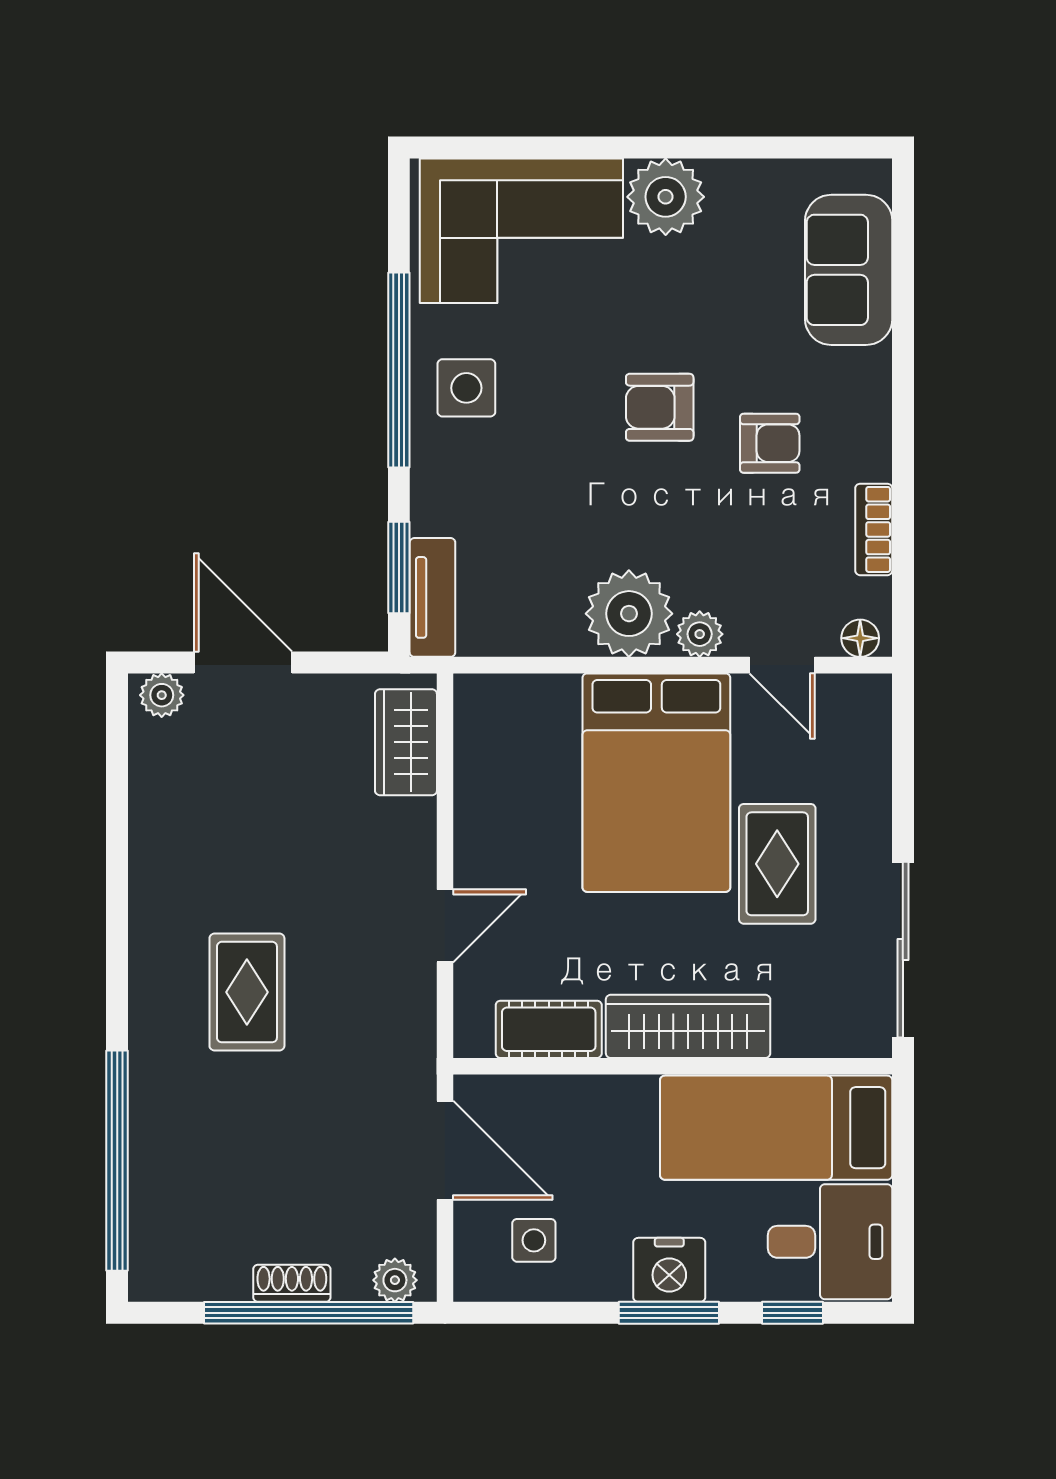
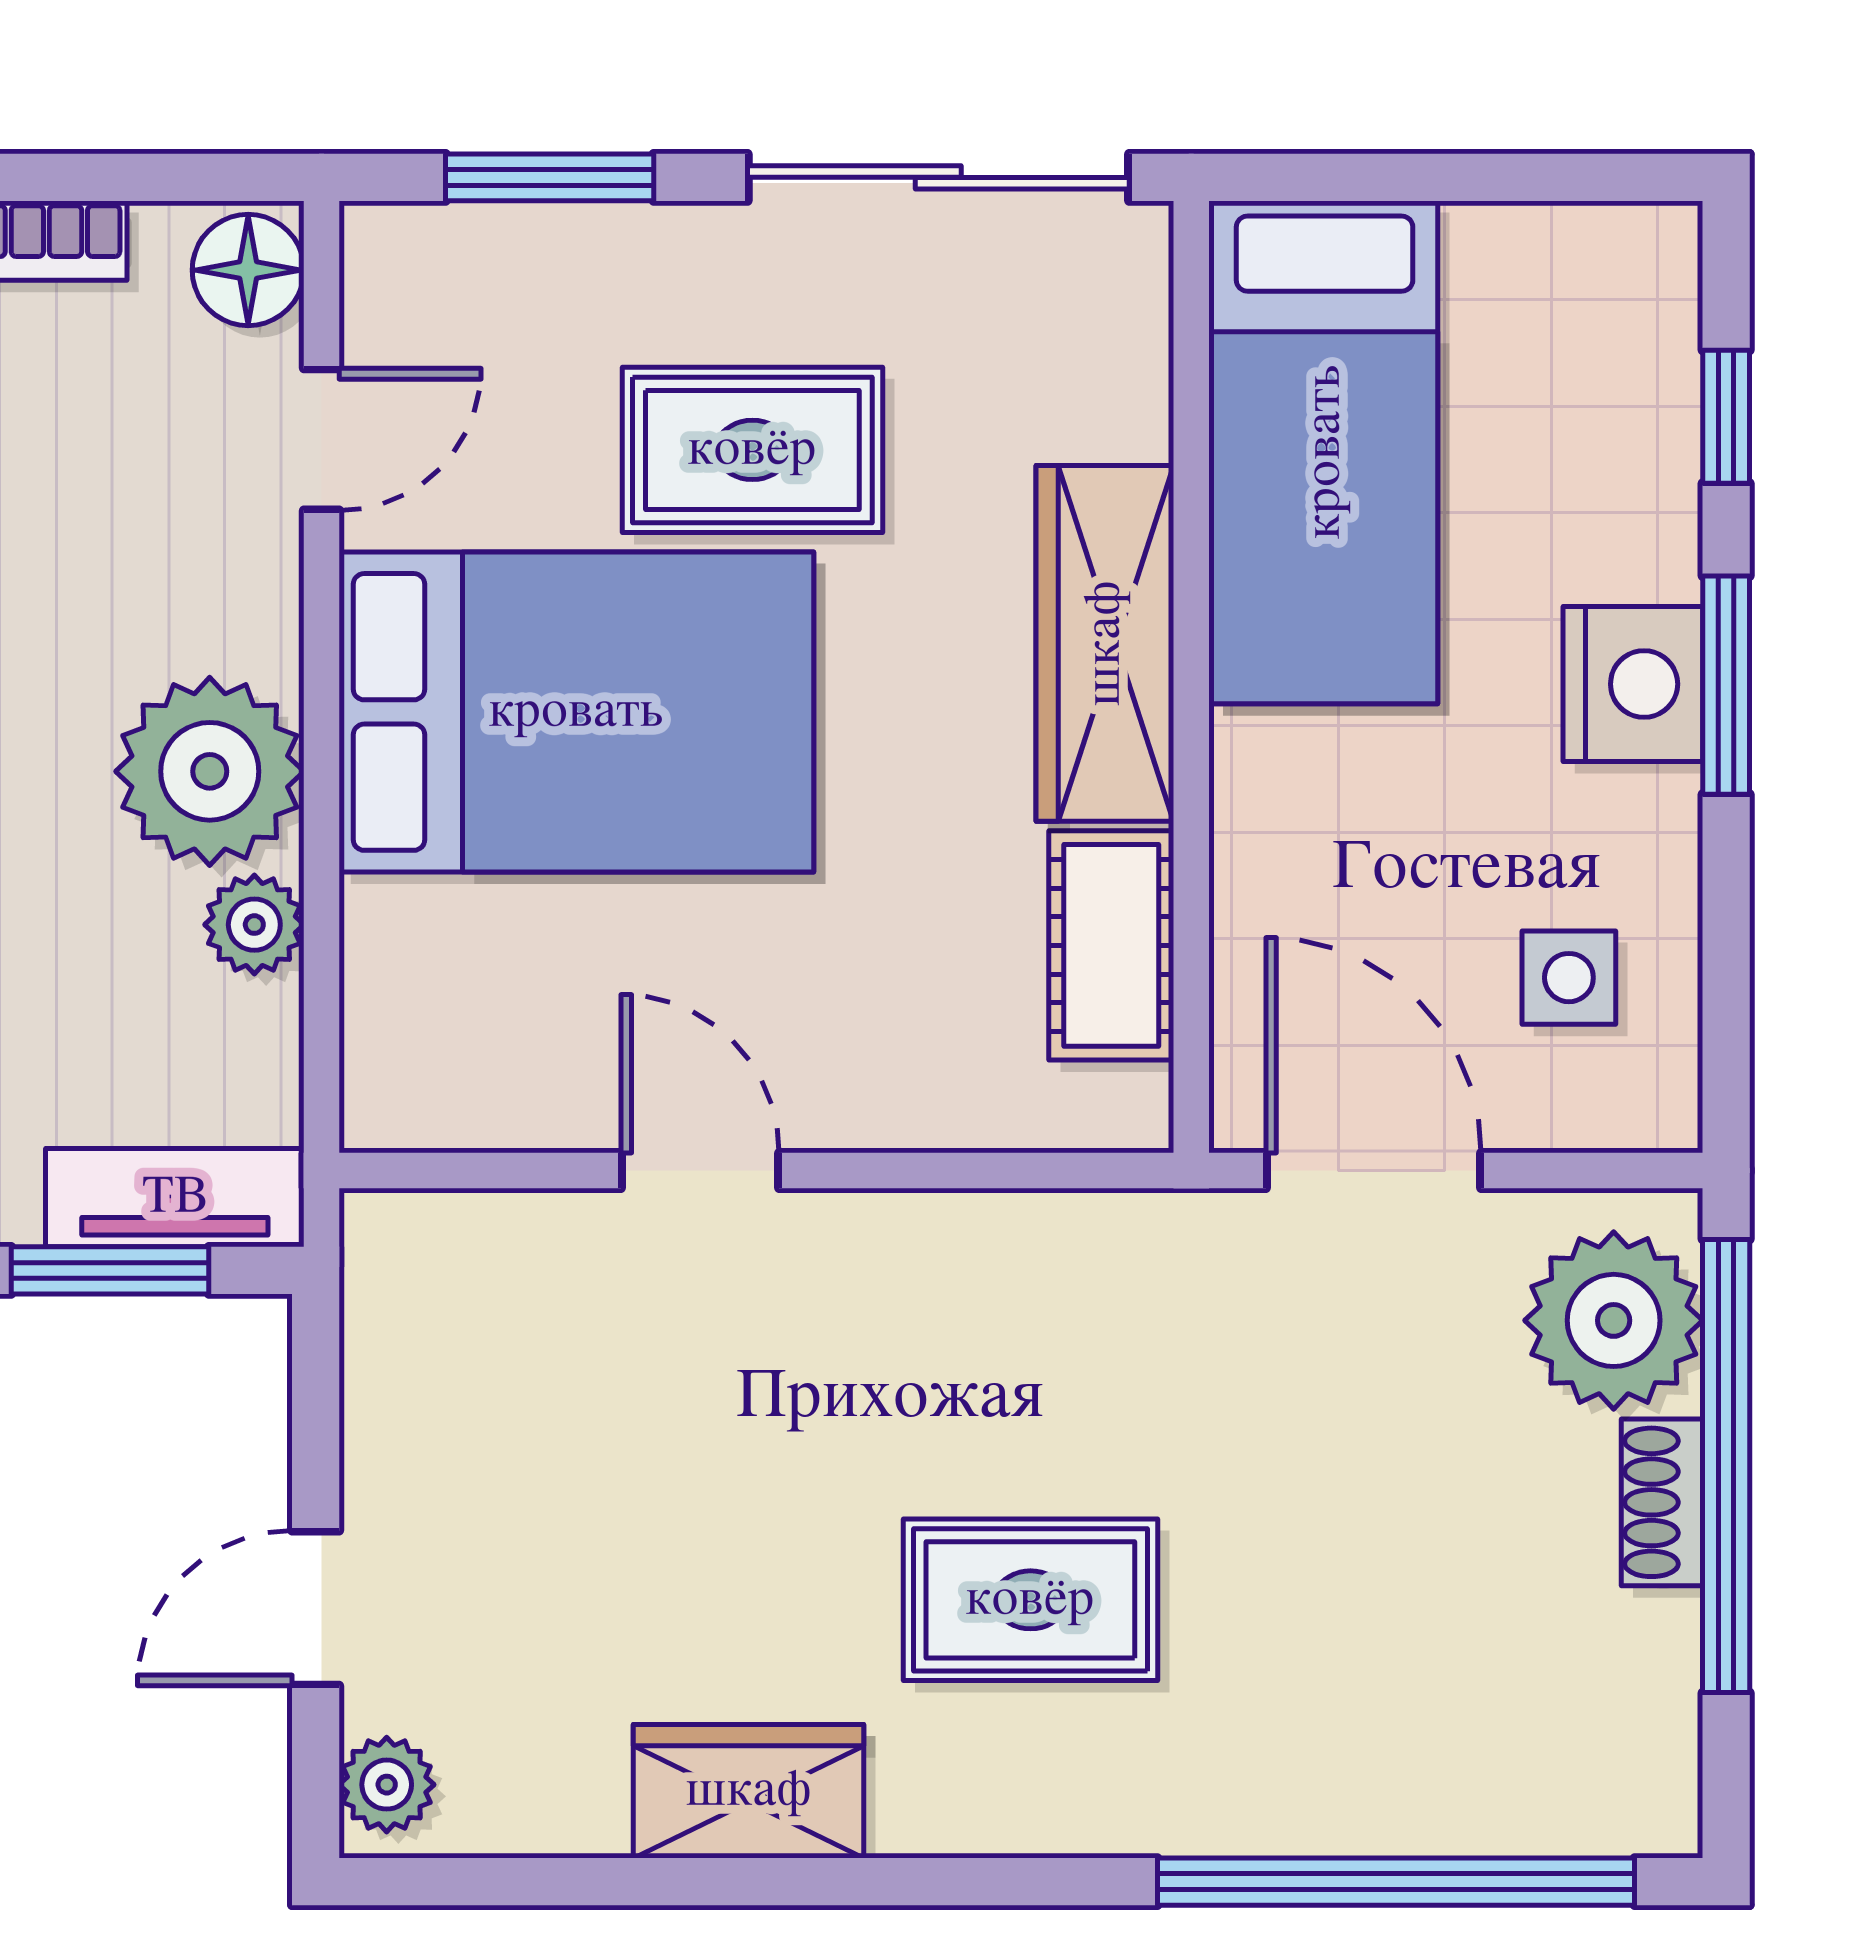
plant: (700, 634) -> (254, 925), moved
floor lamp: (860, 638) -> (248, 270), width x1.37, depth x1.37
door: (243, 662) -> (316, 1608), width x0.73
wardrobe: (406, 742) -> (749, 1791), moved, turned 180
window: (903, 770) -> (550, 177), added
door: (445, 926) -> (700, 1170), moved
door: (445, 1150) -> (1374, 1170), hinge flipped
desk: (830, 1242) -> (1572, 335), removed
plant: (395, 1280) -> (1614, 1320), width x1.88, depth x1.88

